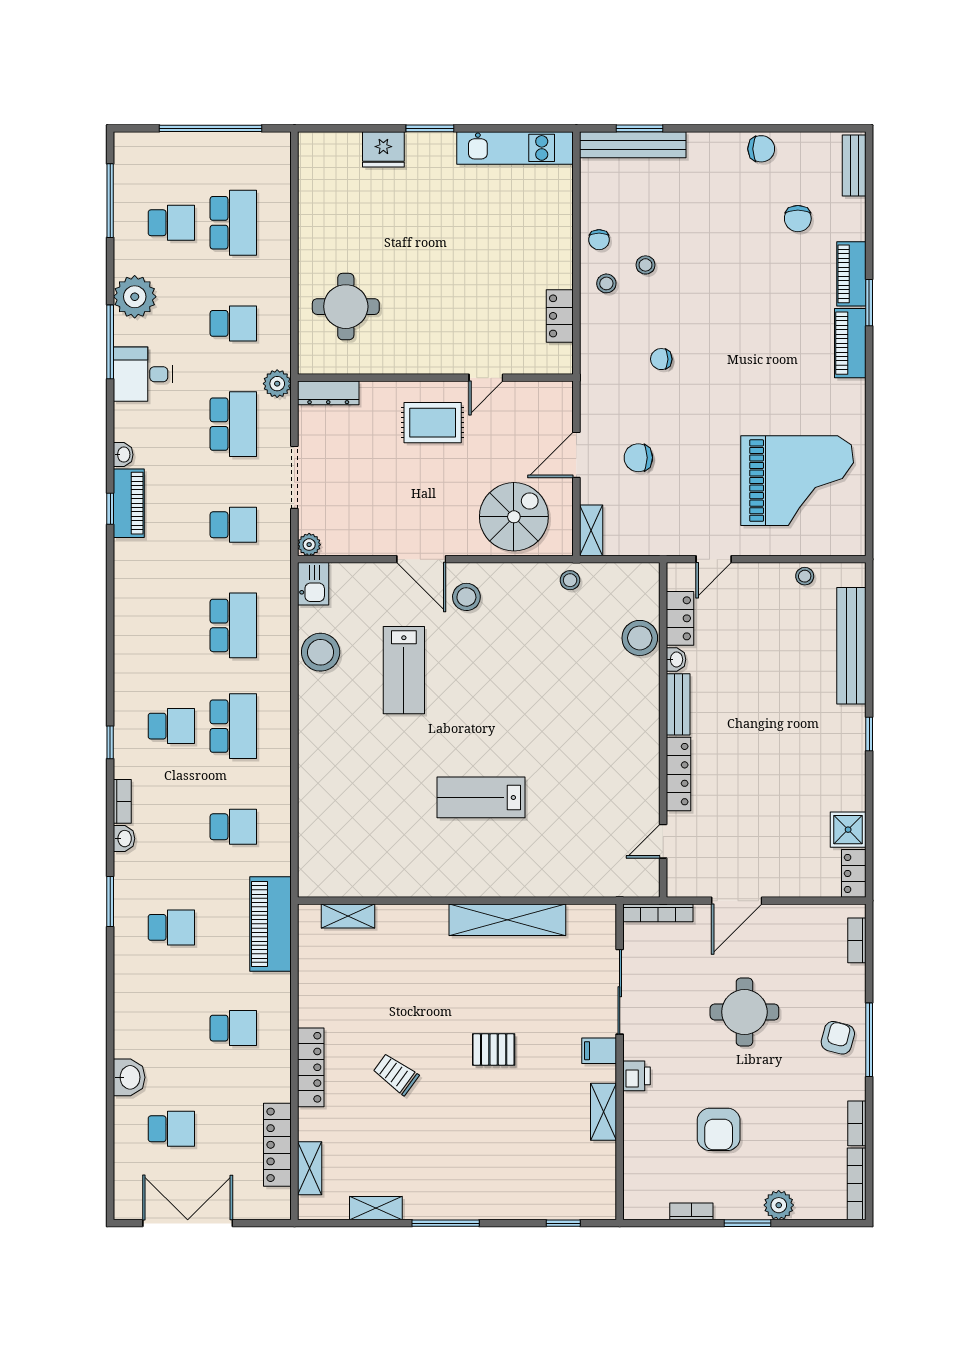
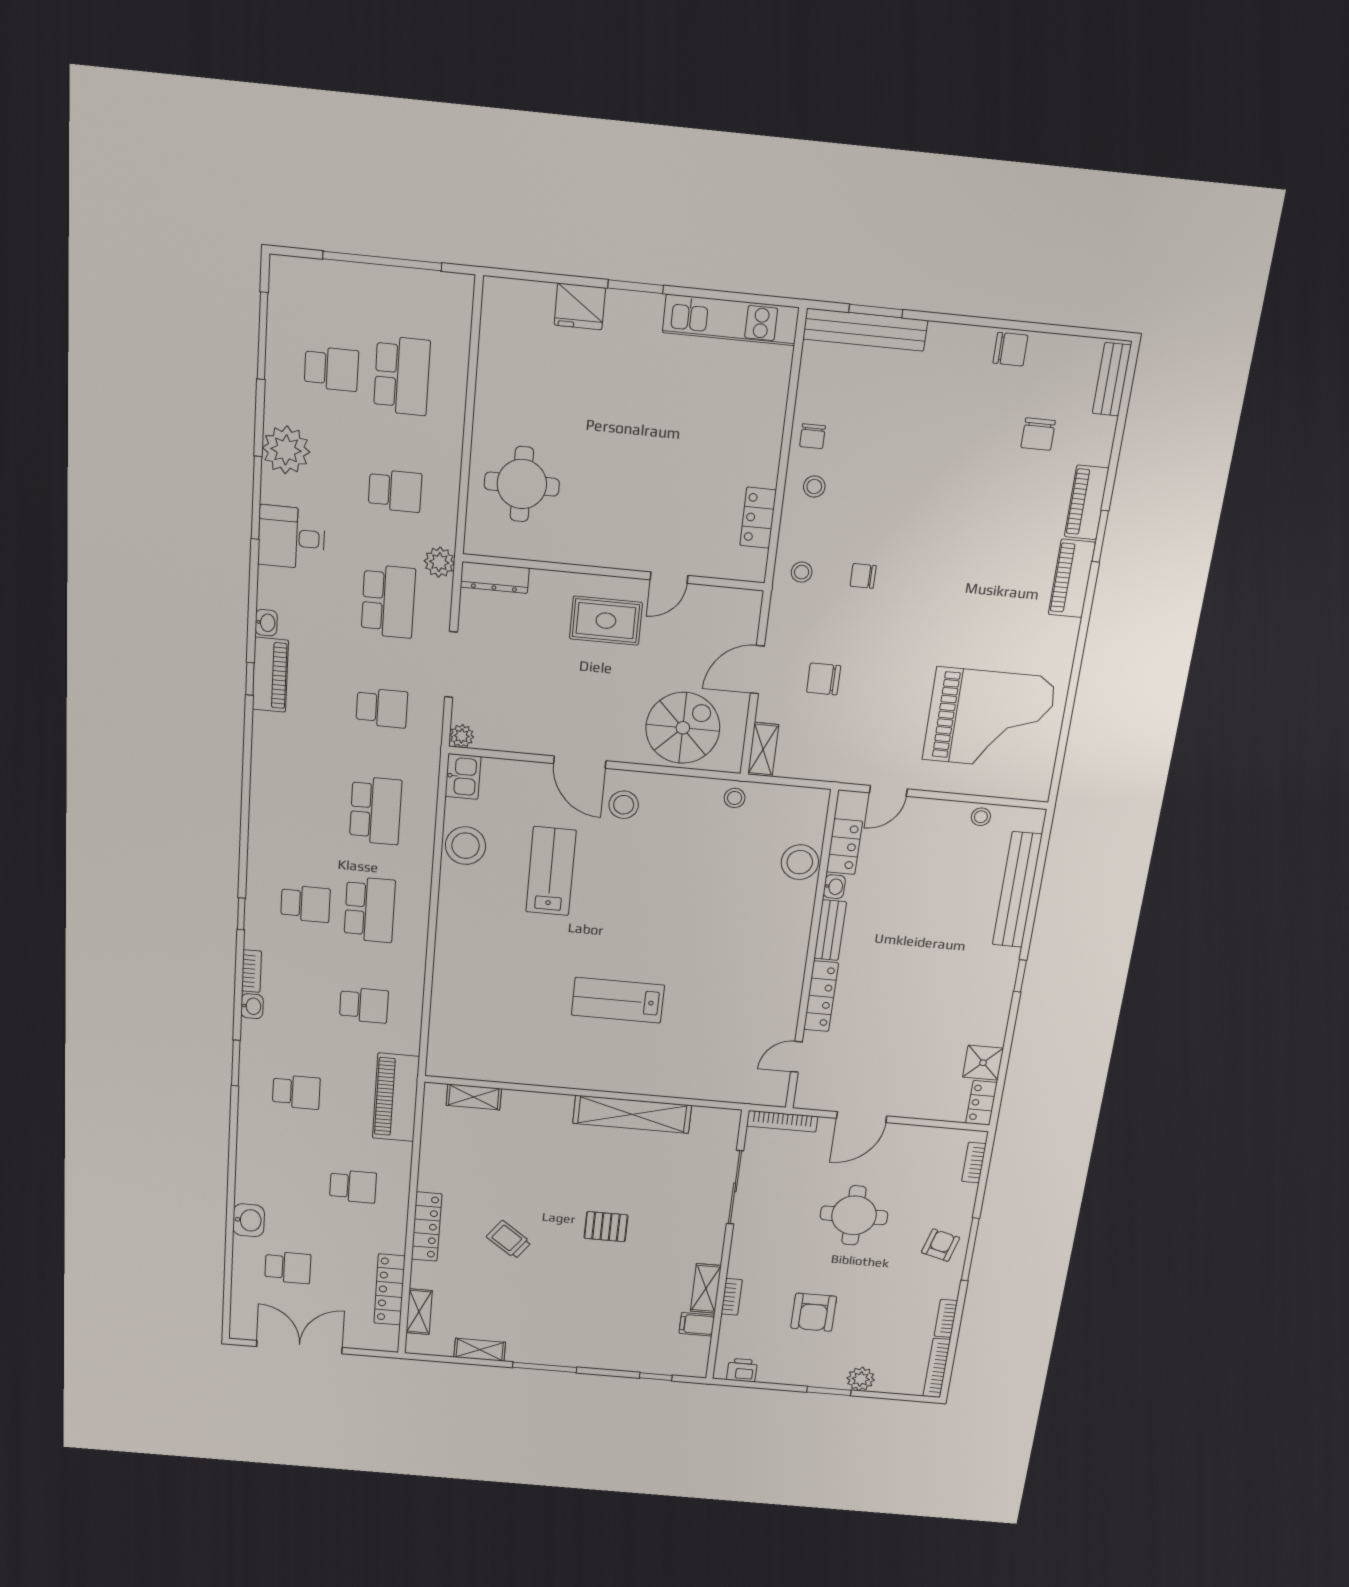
stool: (645, 265) -> (802, 572), moved
lab bench: (404, 670) -> (551, 871), turned 180
filing cabinet: (599, 1051) -> (697, 1324), moved
printer: (637, 1076) -> (742, 1370), moved, turned -90
bookcase: (691, 1211) -> (732, 1297), moved, turned 90

